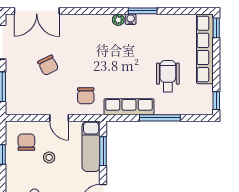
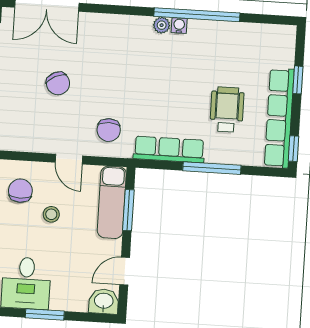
window: (143, 11) -> (197, 15), width x2.11
window: (216, 28) -> (298, 80), moved
row of seats: (205, 49) -> (279, 118), moved

